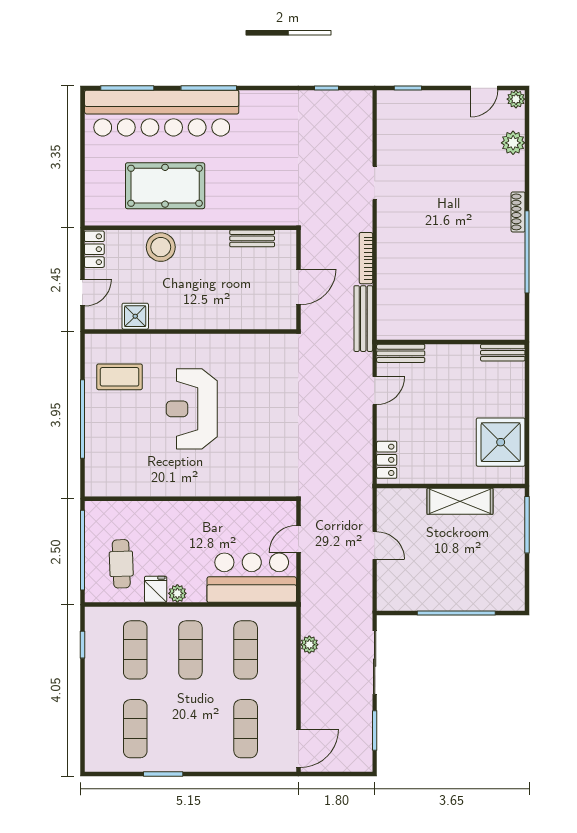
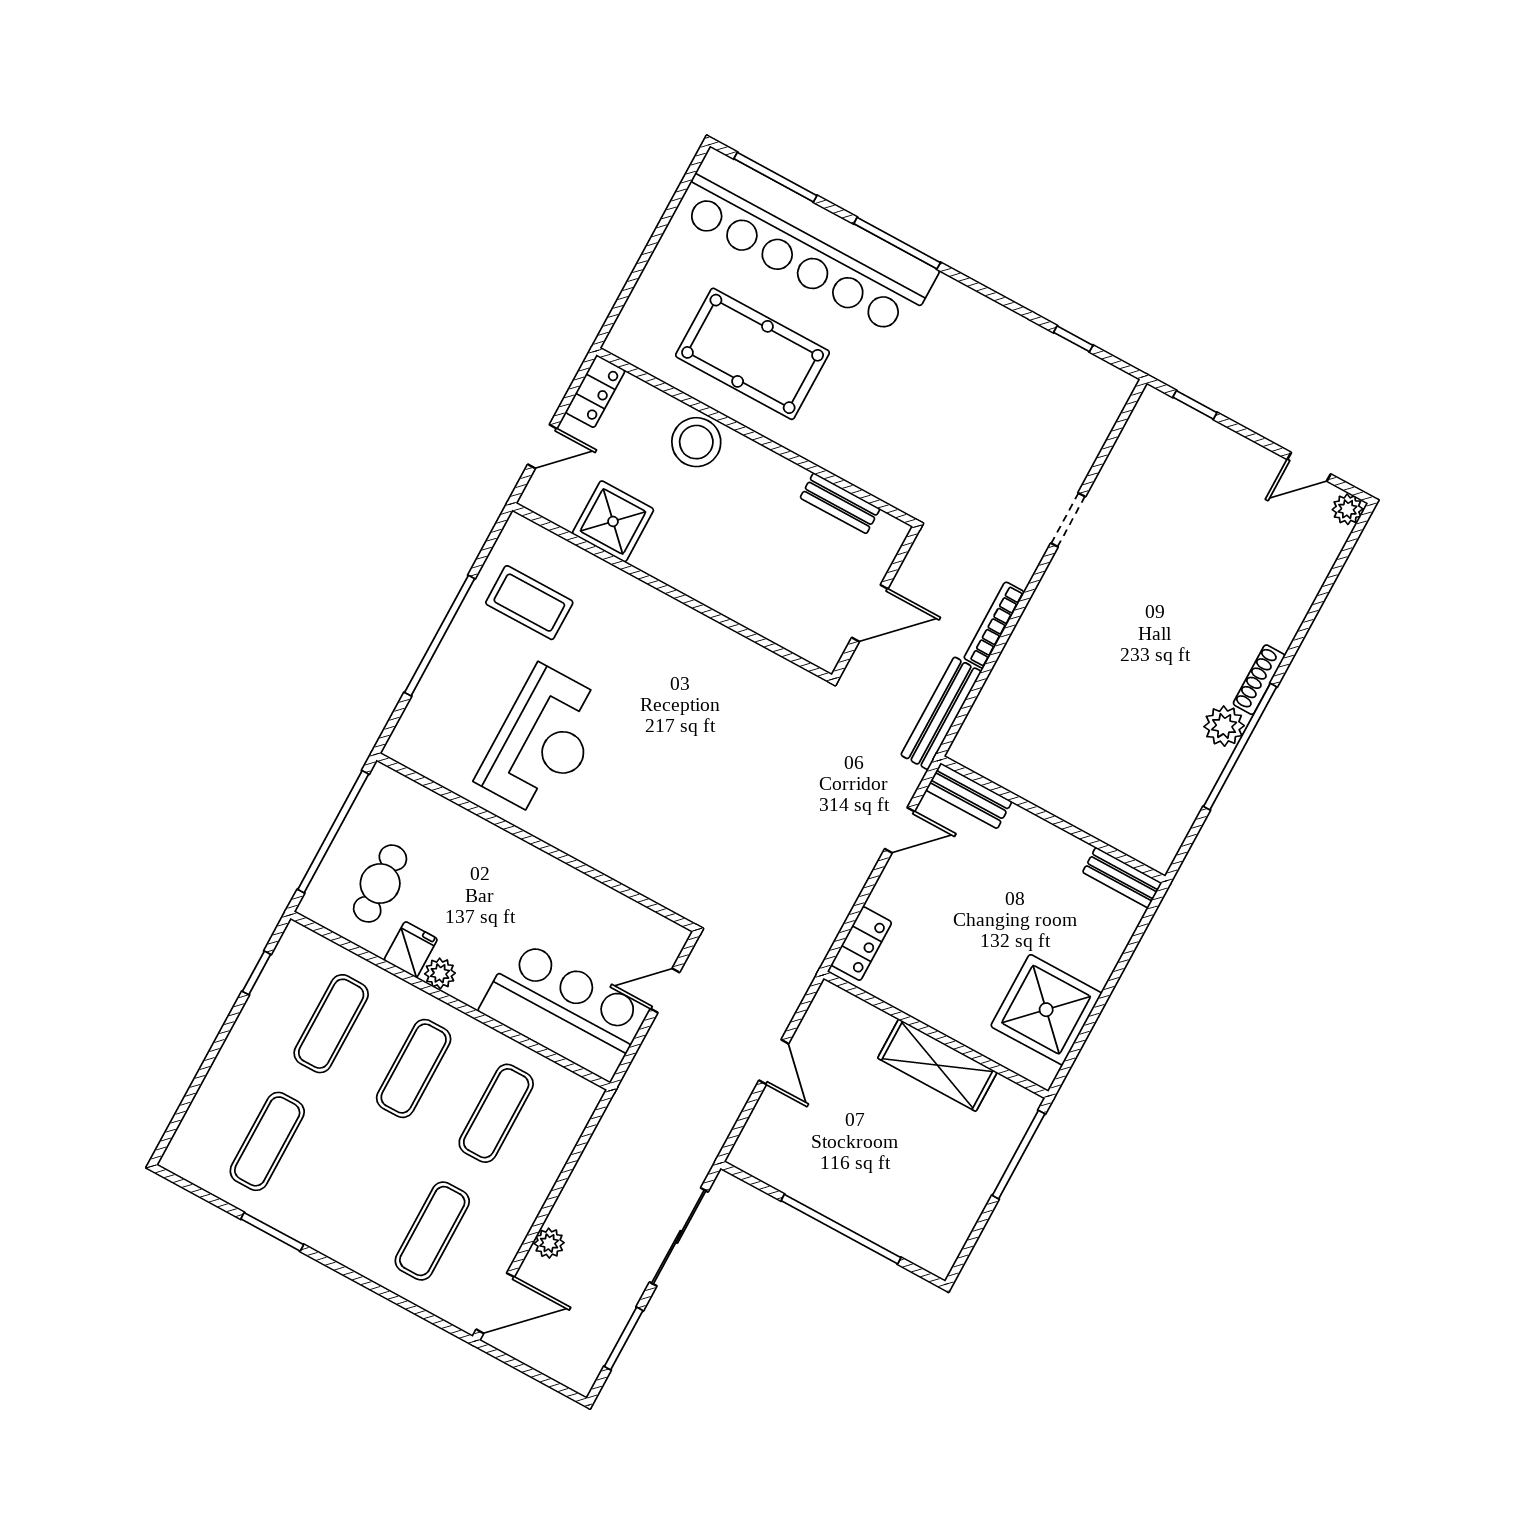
plant: (513, 143) -> (1224, 726), moved
shower: (135, 316) -> (613, 521), width x1.36, depth x1.36
reception desk: (192, 409) -> (543, 742), moved, turned 180
plant: (309, 645) -> (549, 1243), moved

